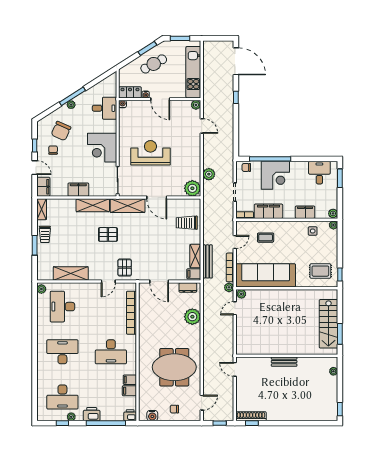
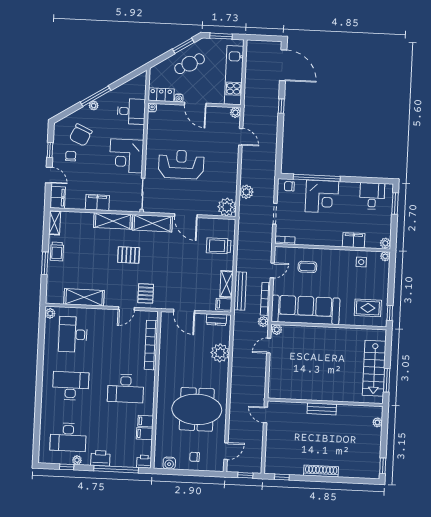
filing cabinet: (268, 211) -> (312, 237), removed
shoe rack: (251, 416) -> (321, 471), moved

